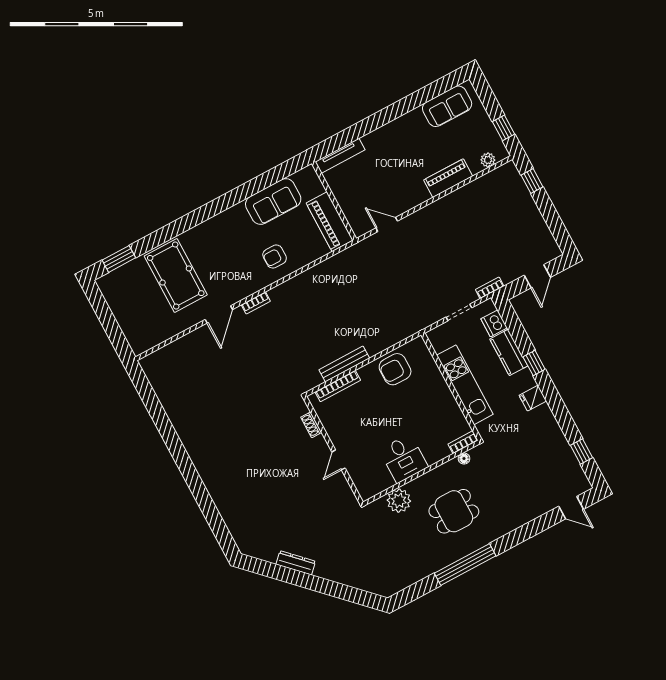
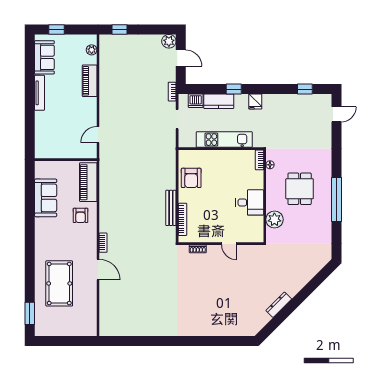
window: (503, 128) -> (57, 29), moved
tv unit: (340, 156) -> (39, 93), moved
piano: (330, 222) -> (88, 182), moved, turned 90
plant: (550, 250) -> (169, 41), added
pool table: (176, 276) -> (59, 283), turned 90

